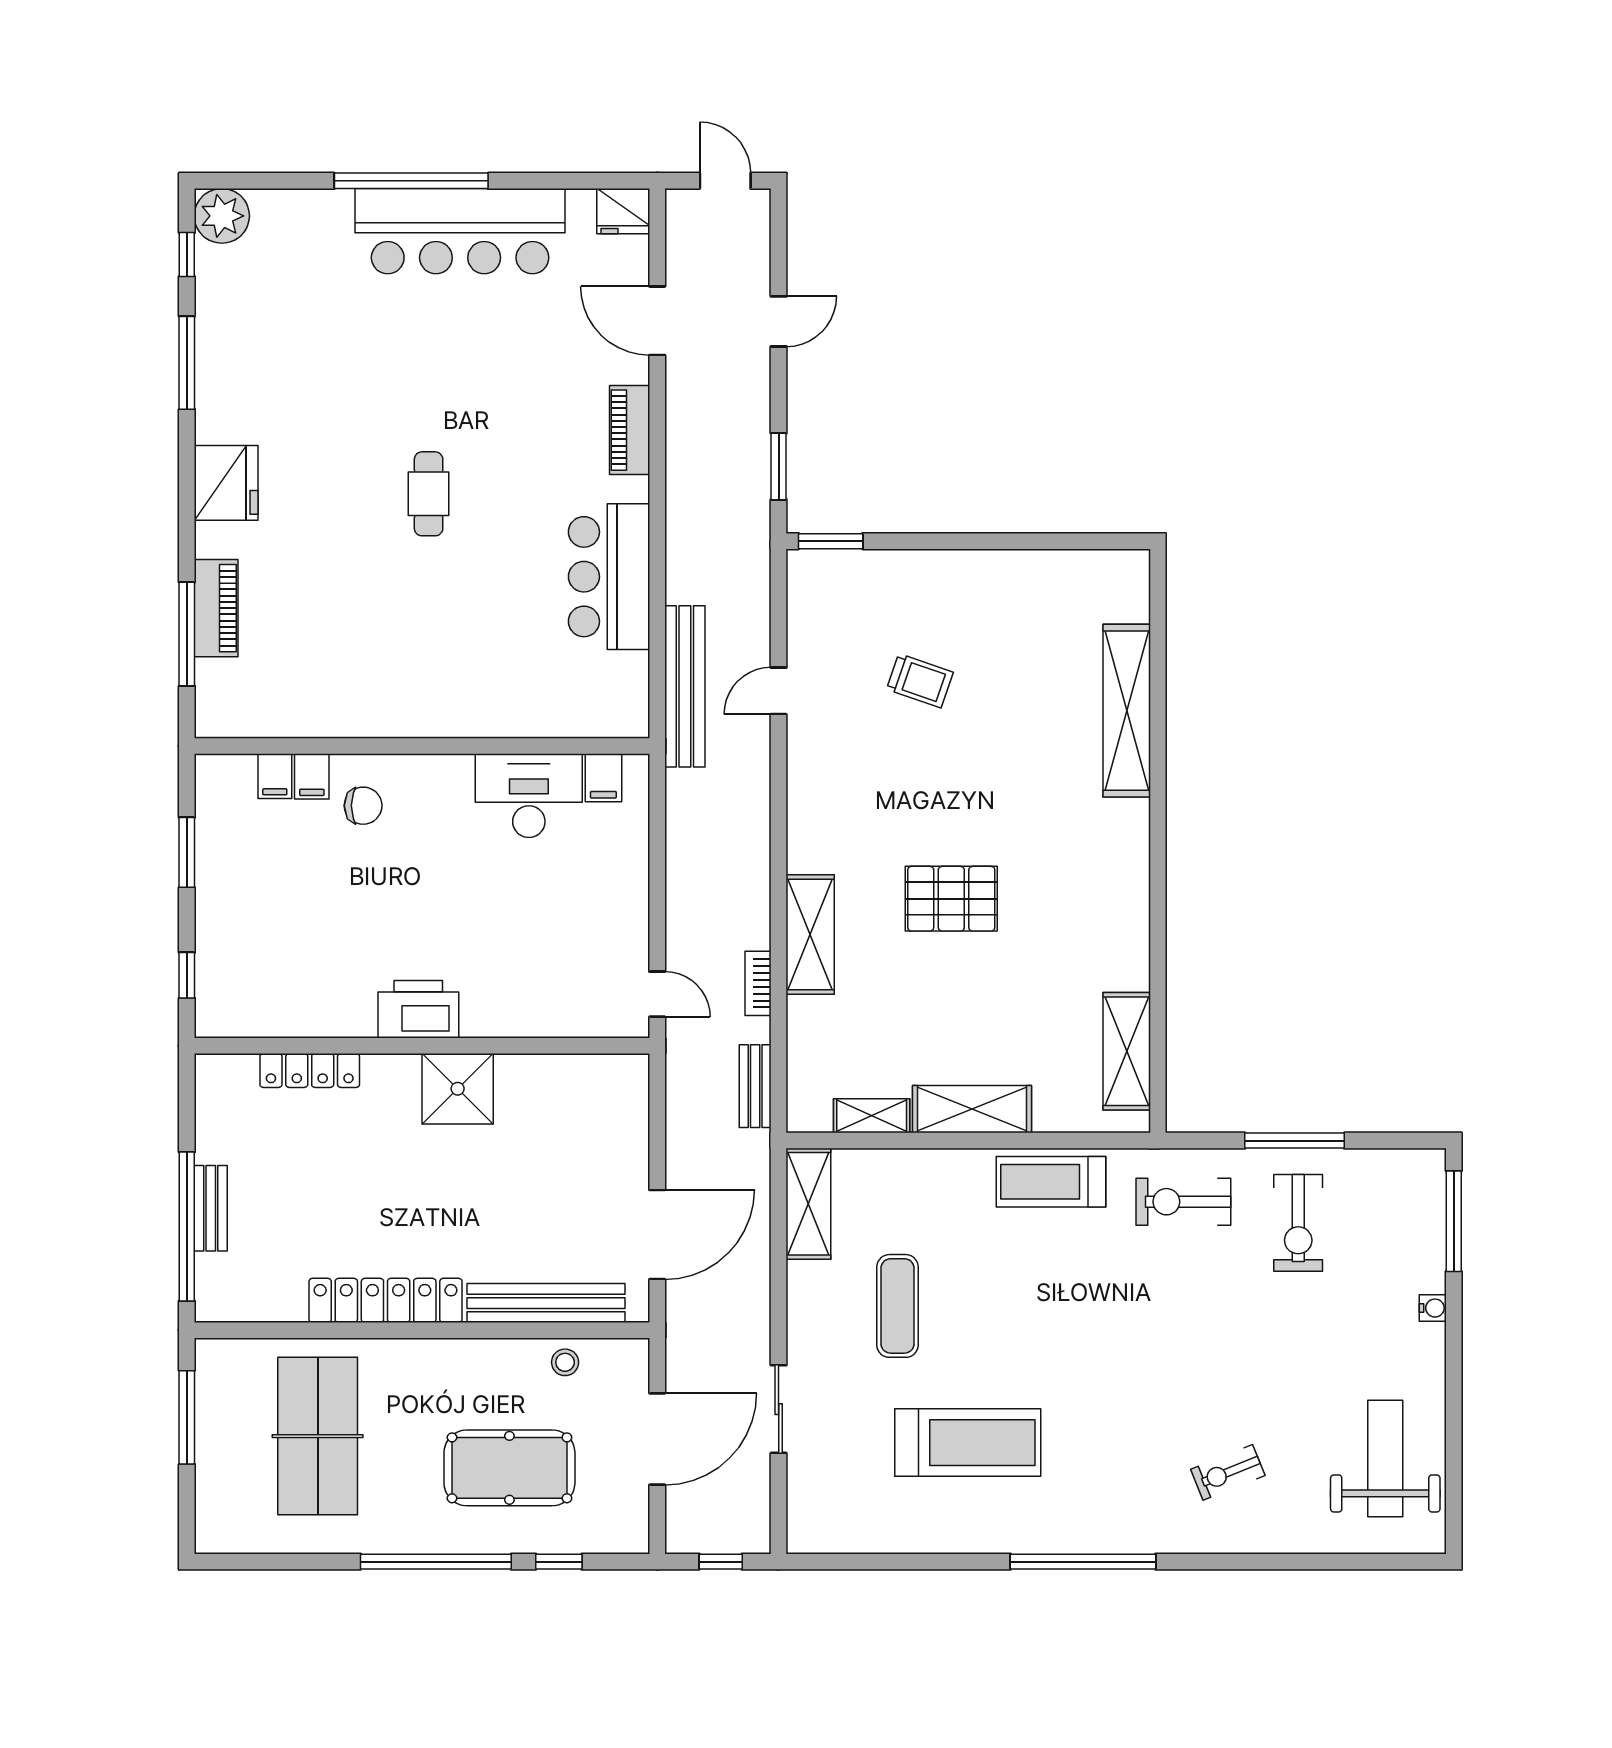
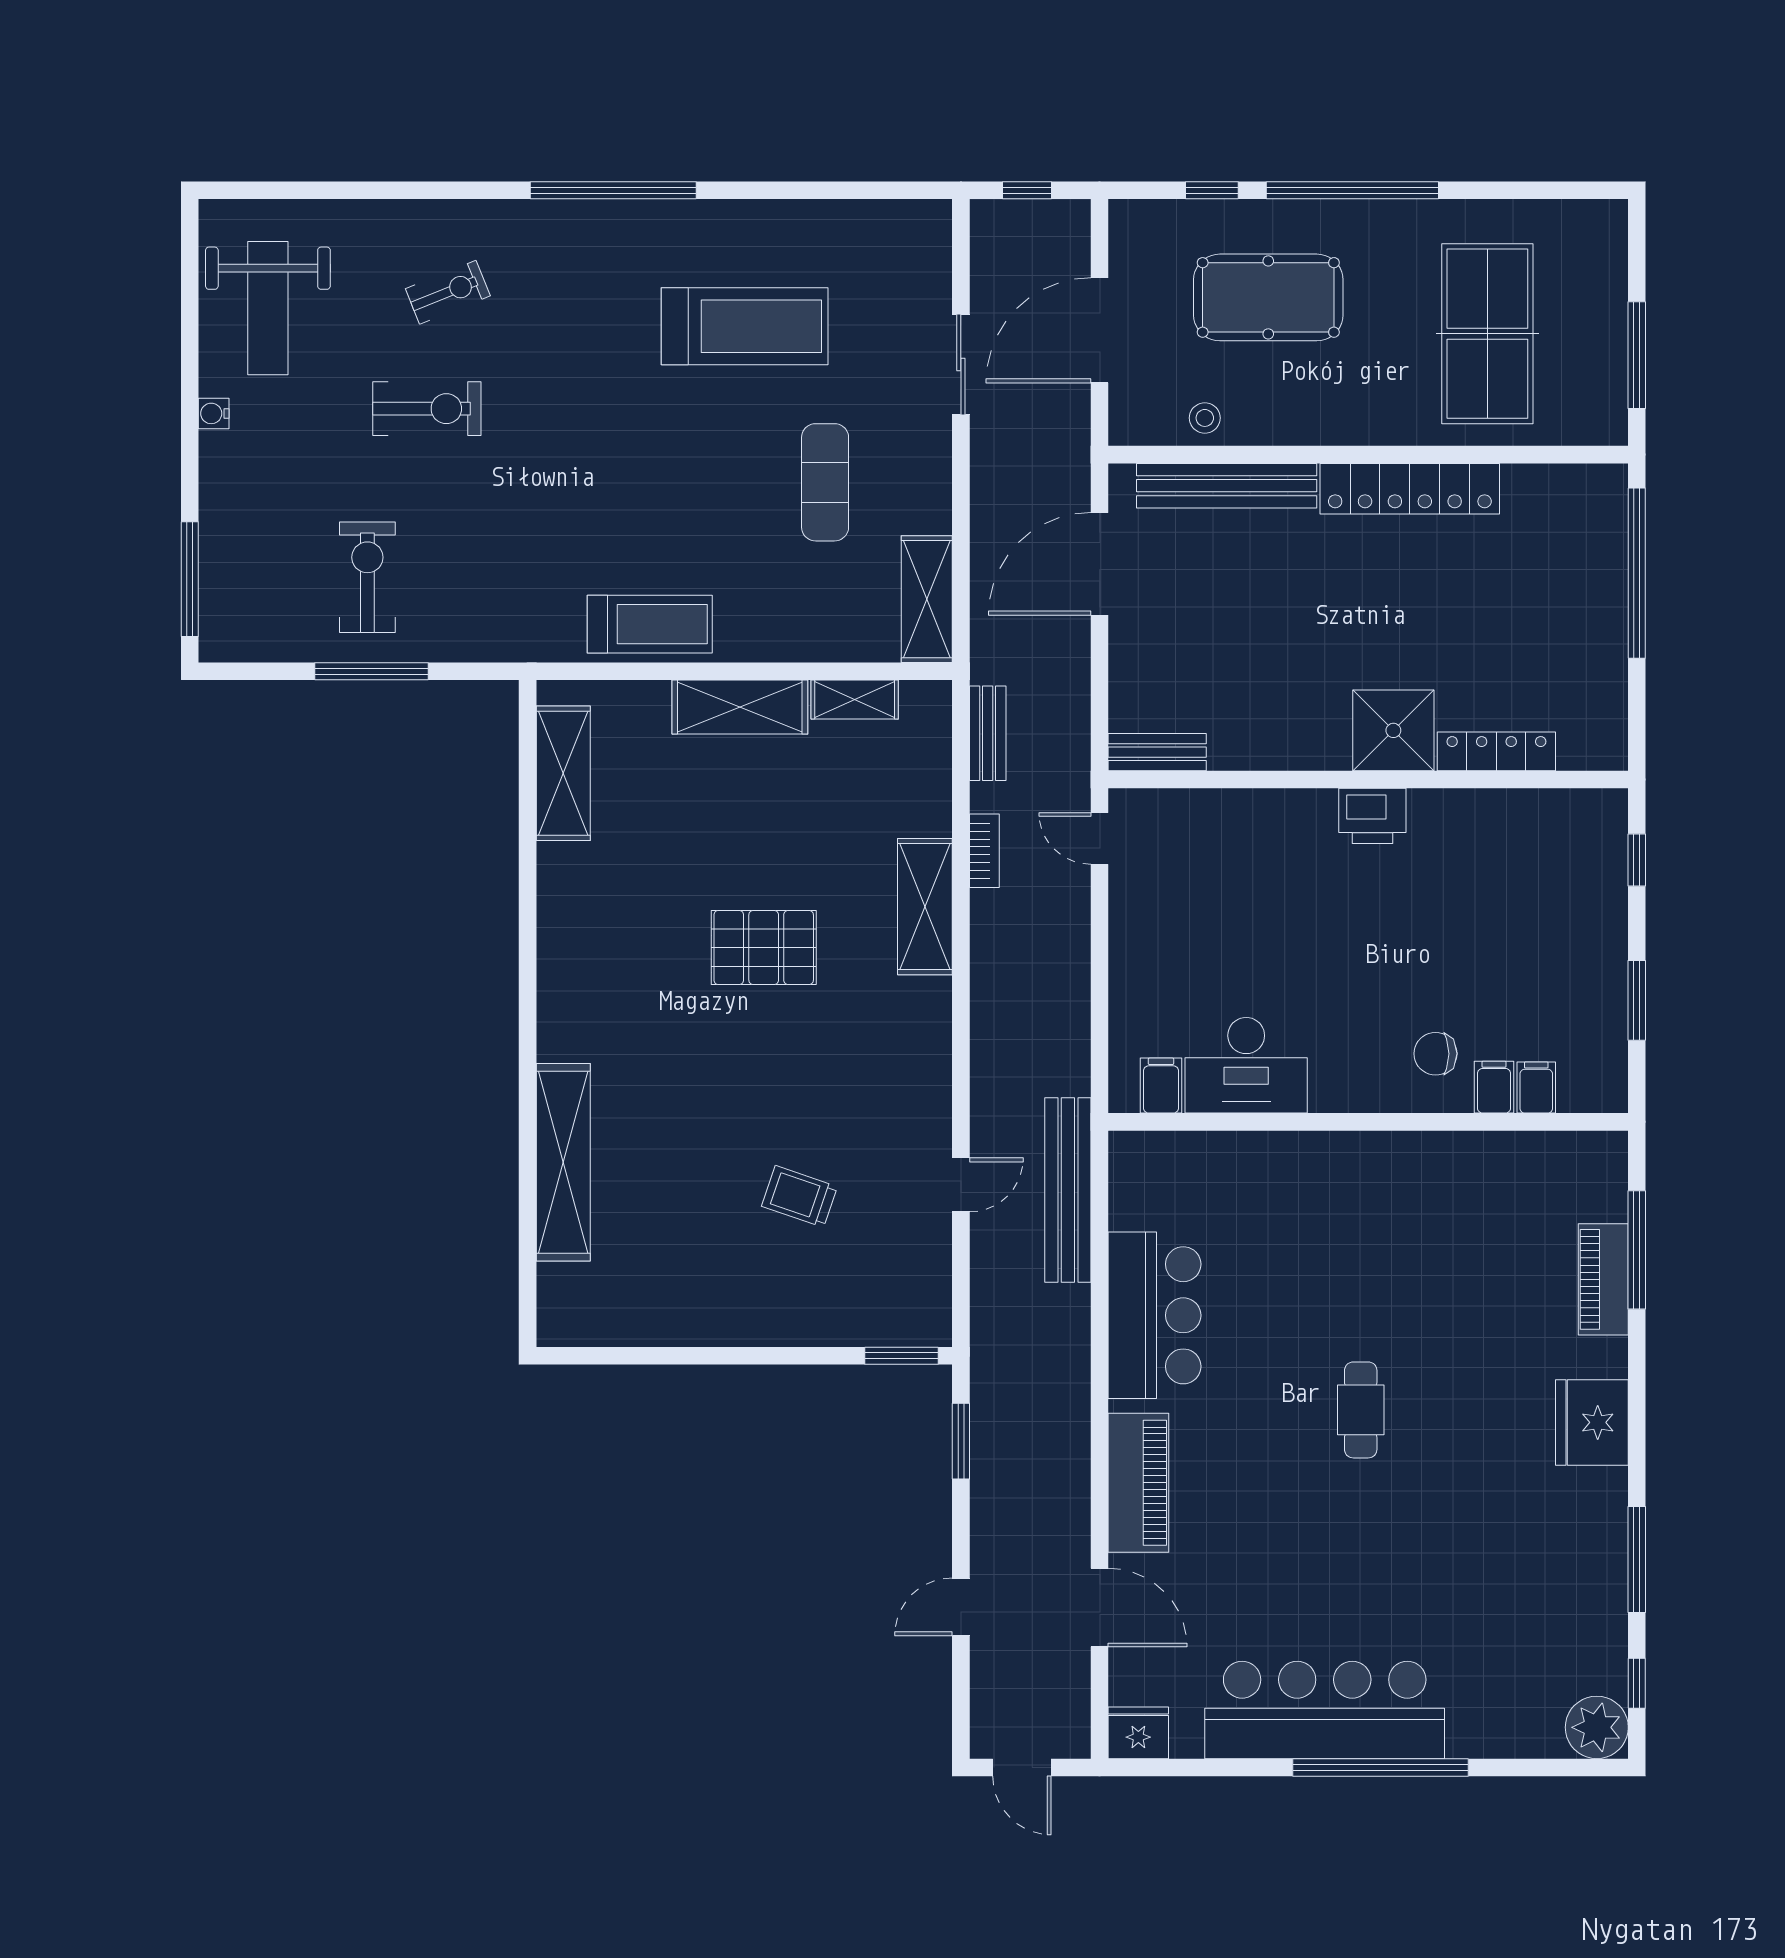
piano: (630, 430) -> (1138, 1483), width x1.37, depth x1.33
printer: (418, 1009) -> (1372, 816), width x0.73, depth x0.84
shower: (458, 1089) -> (1393, 730), moved
exercise bike: (1183, 1202) -> (427, 409), moved
bench: (211, 1208) -> (1157, 752), moved, turned 90
water cooler: (1433, 1308) -> (214, 413), moved
treadmill: (968, 1443) -> (745, 326), turned 180

